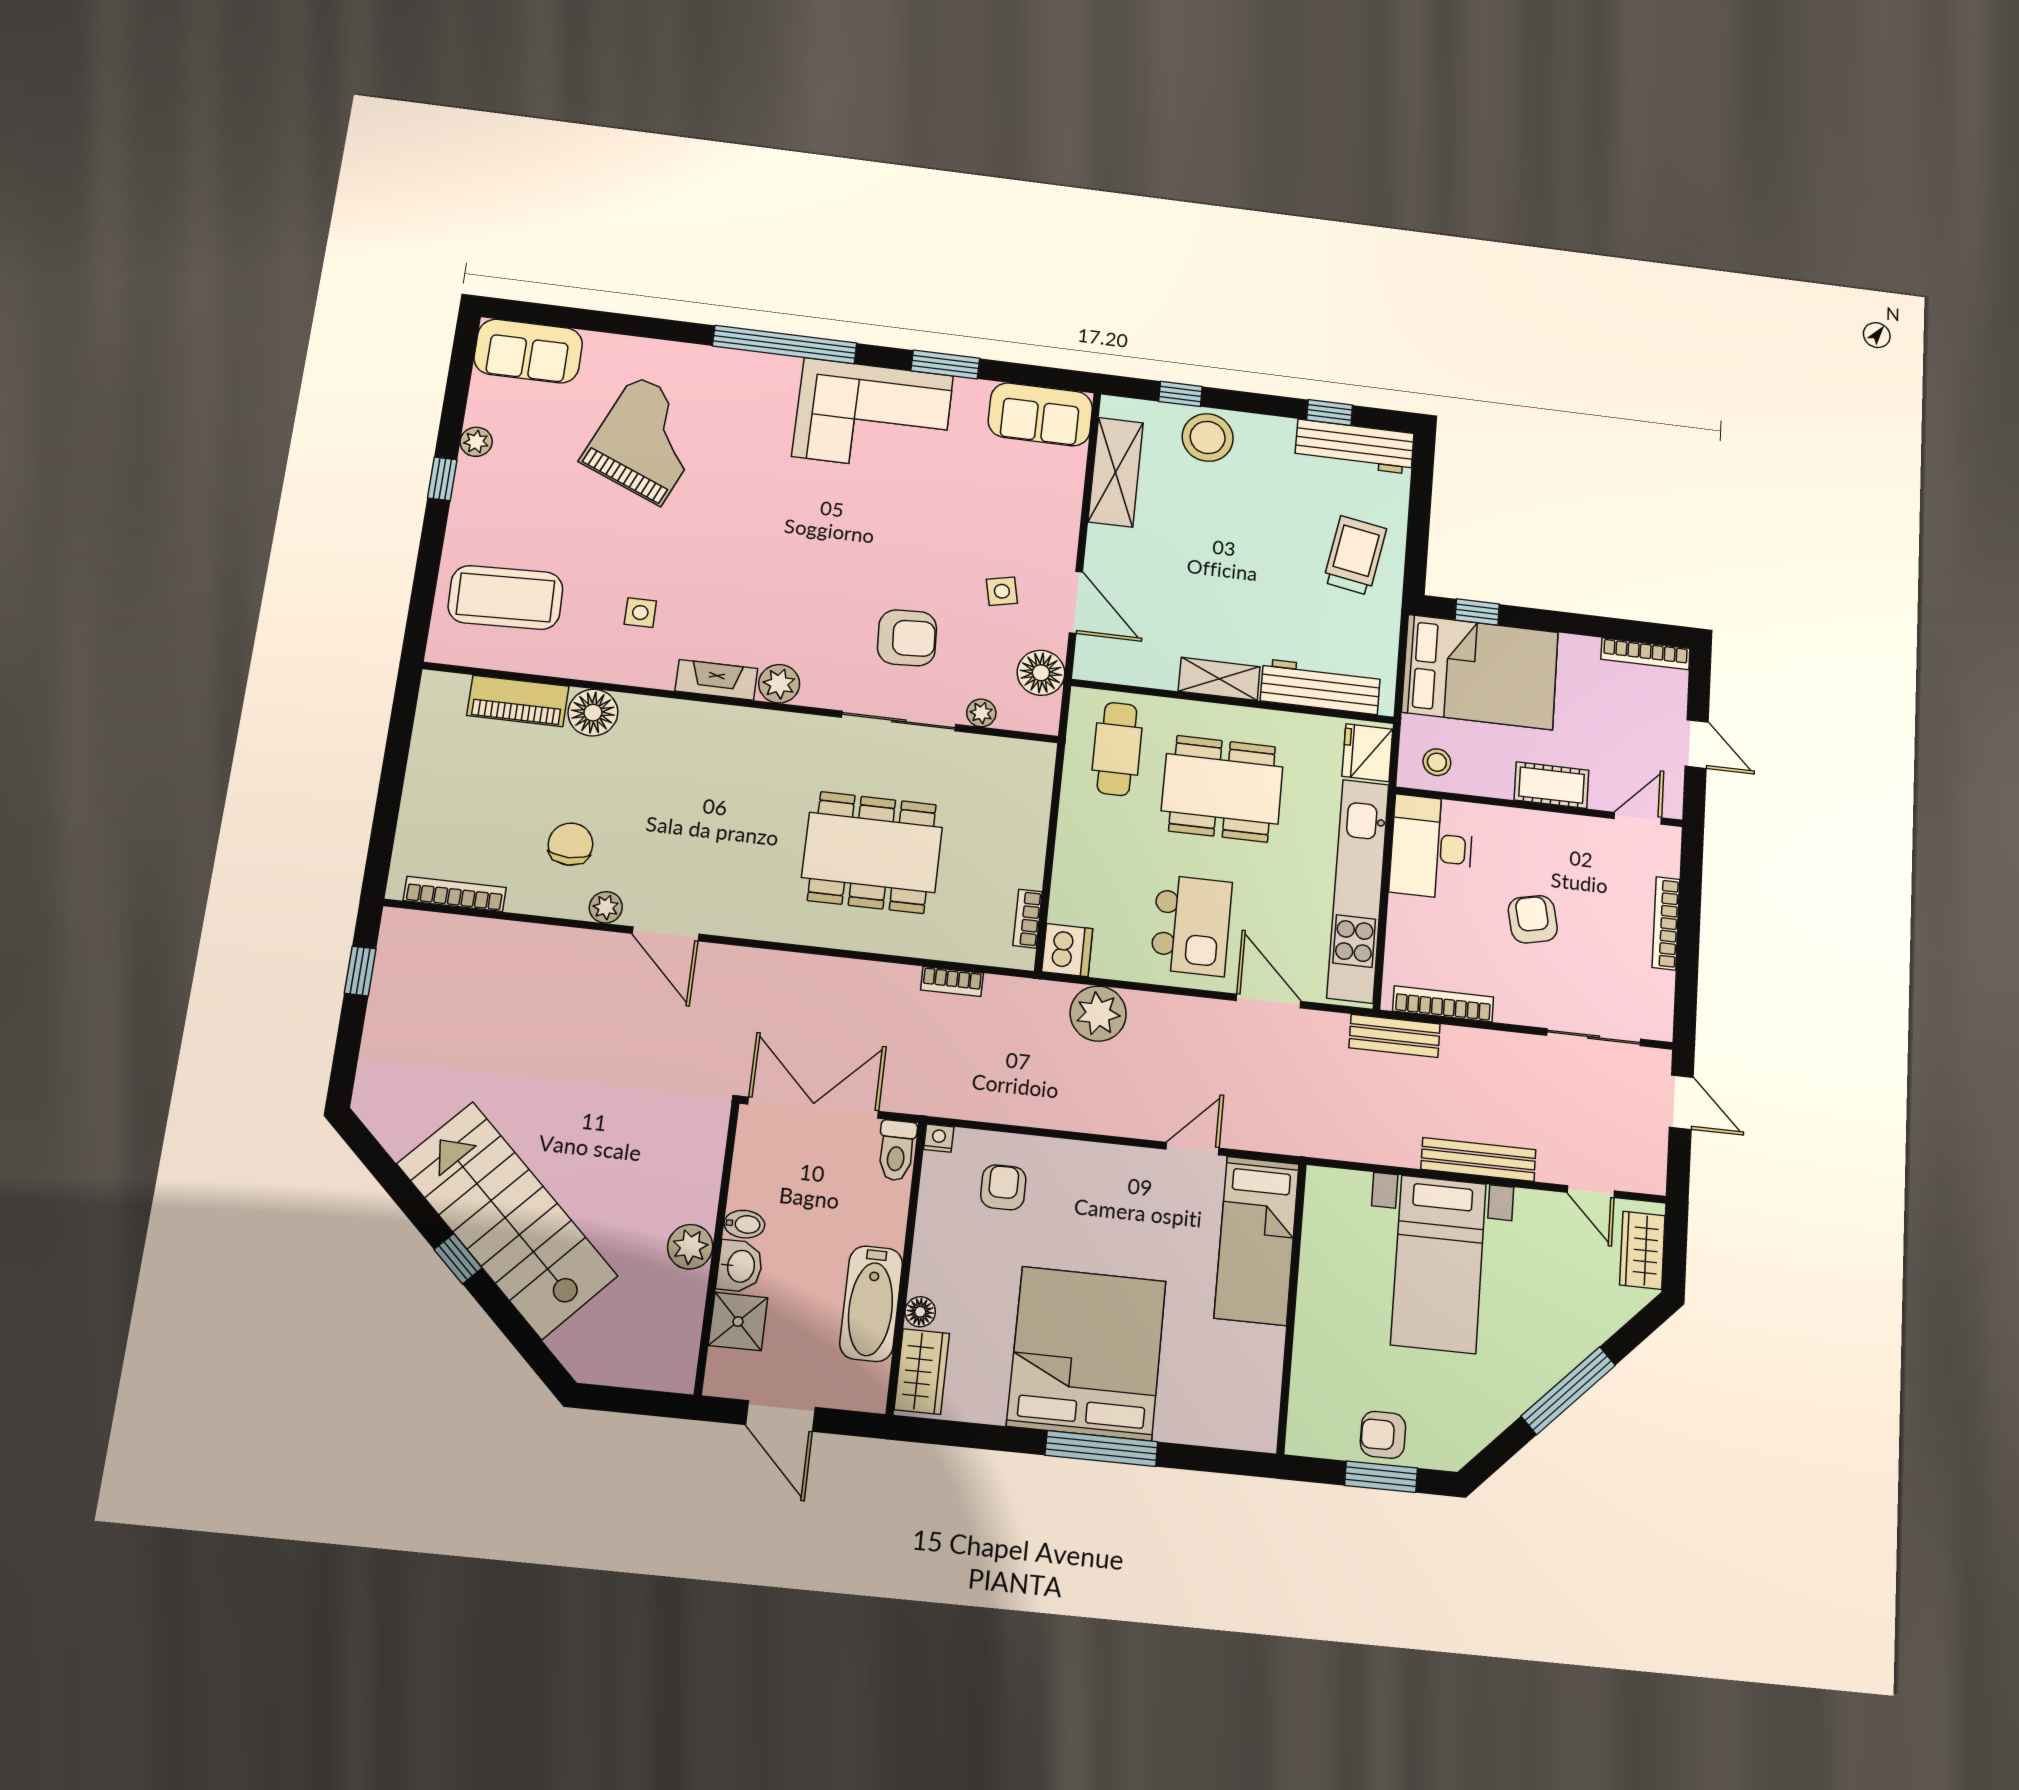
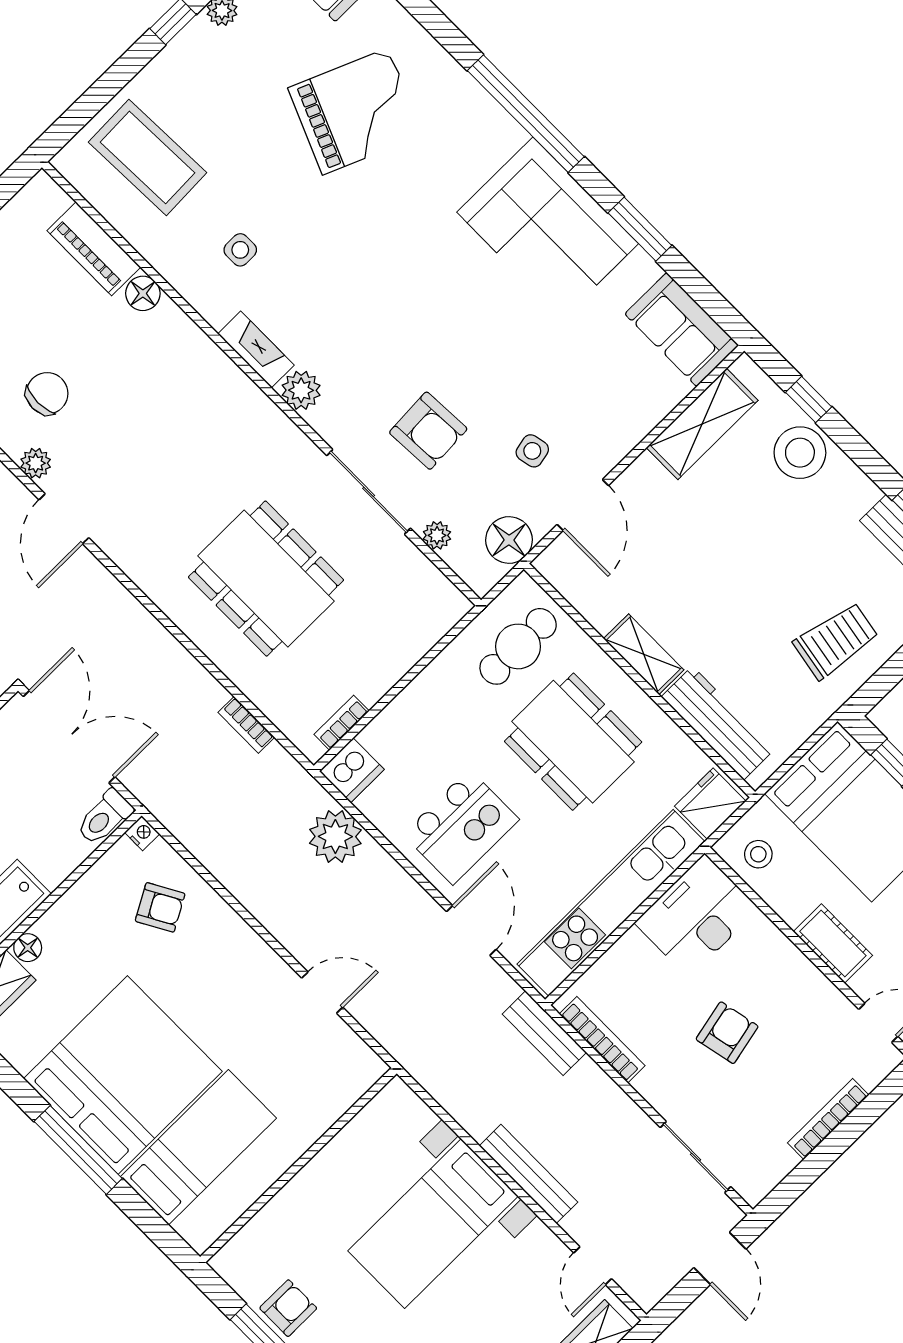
floor lamp: (593, 713) -> (143, 293), width x0.73, depth x0.73
armchair: (1003, 1187) -> (160, 907), turned 61
bed: (1257, 1241) -> (198, 1147), moved, turned 180
armchair: (1383, 1435) -> (288, 1308), turned 90

